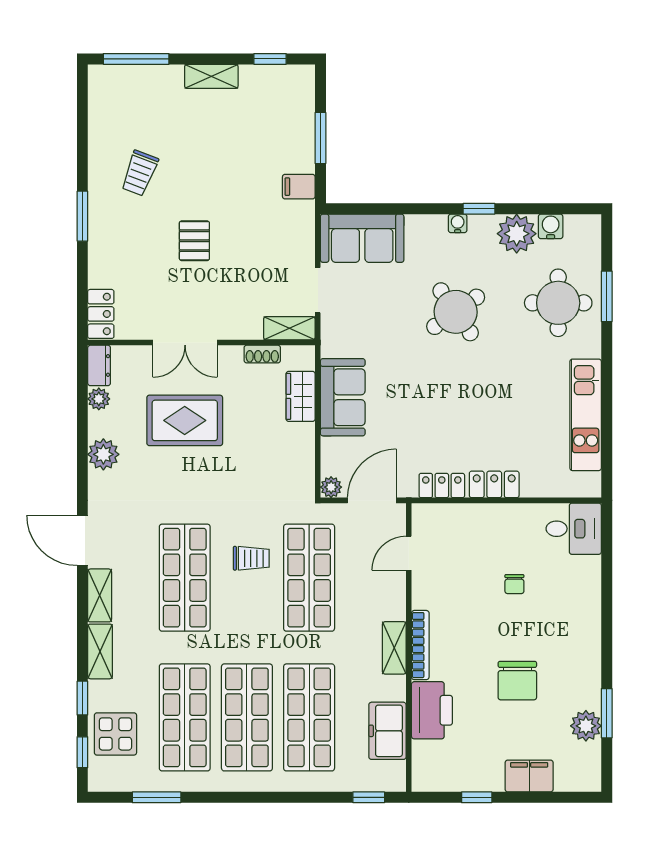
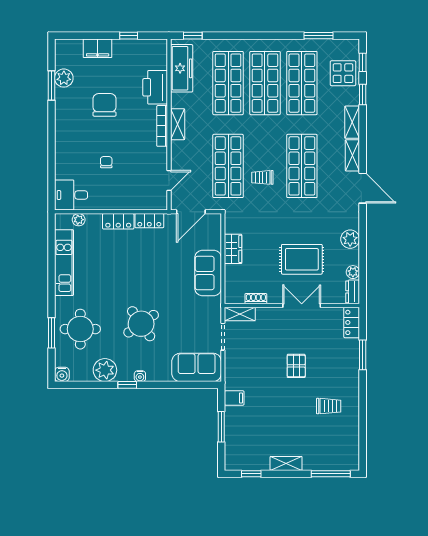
trolley: (140, 173) -> (329, 406), turned 69
window: (82, 216) -> (363, 355), moved
water cooler: (551, 226) -> (62, 374), moved
wardrobe: (301, 396) -> (233, 249), moved
plant: (331, 487) -> (79, 220), moved
freezer: (387, 731) -> (182, 68), width x1.40

